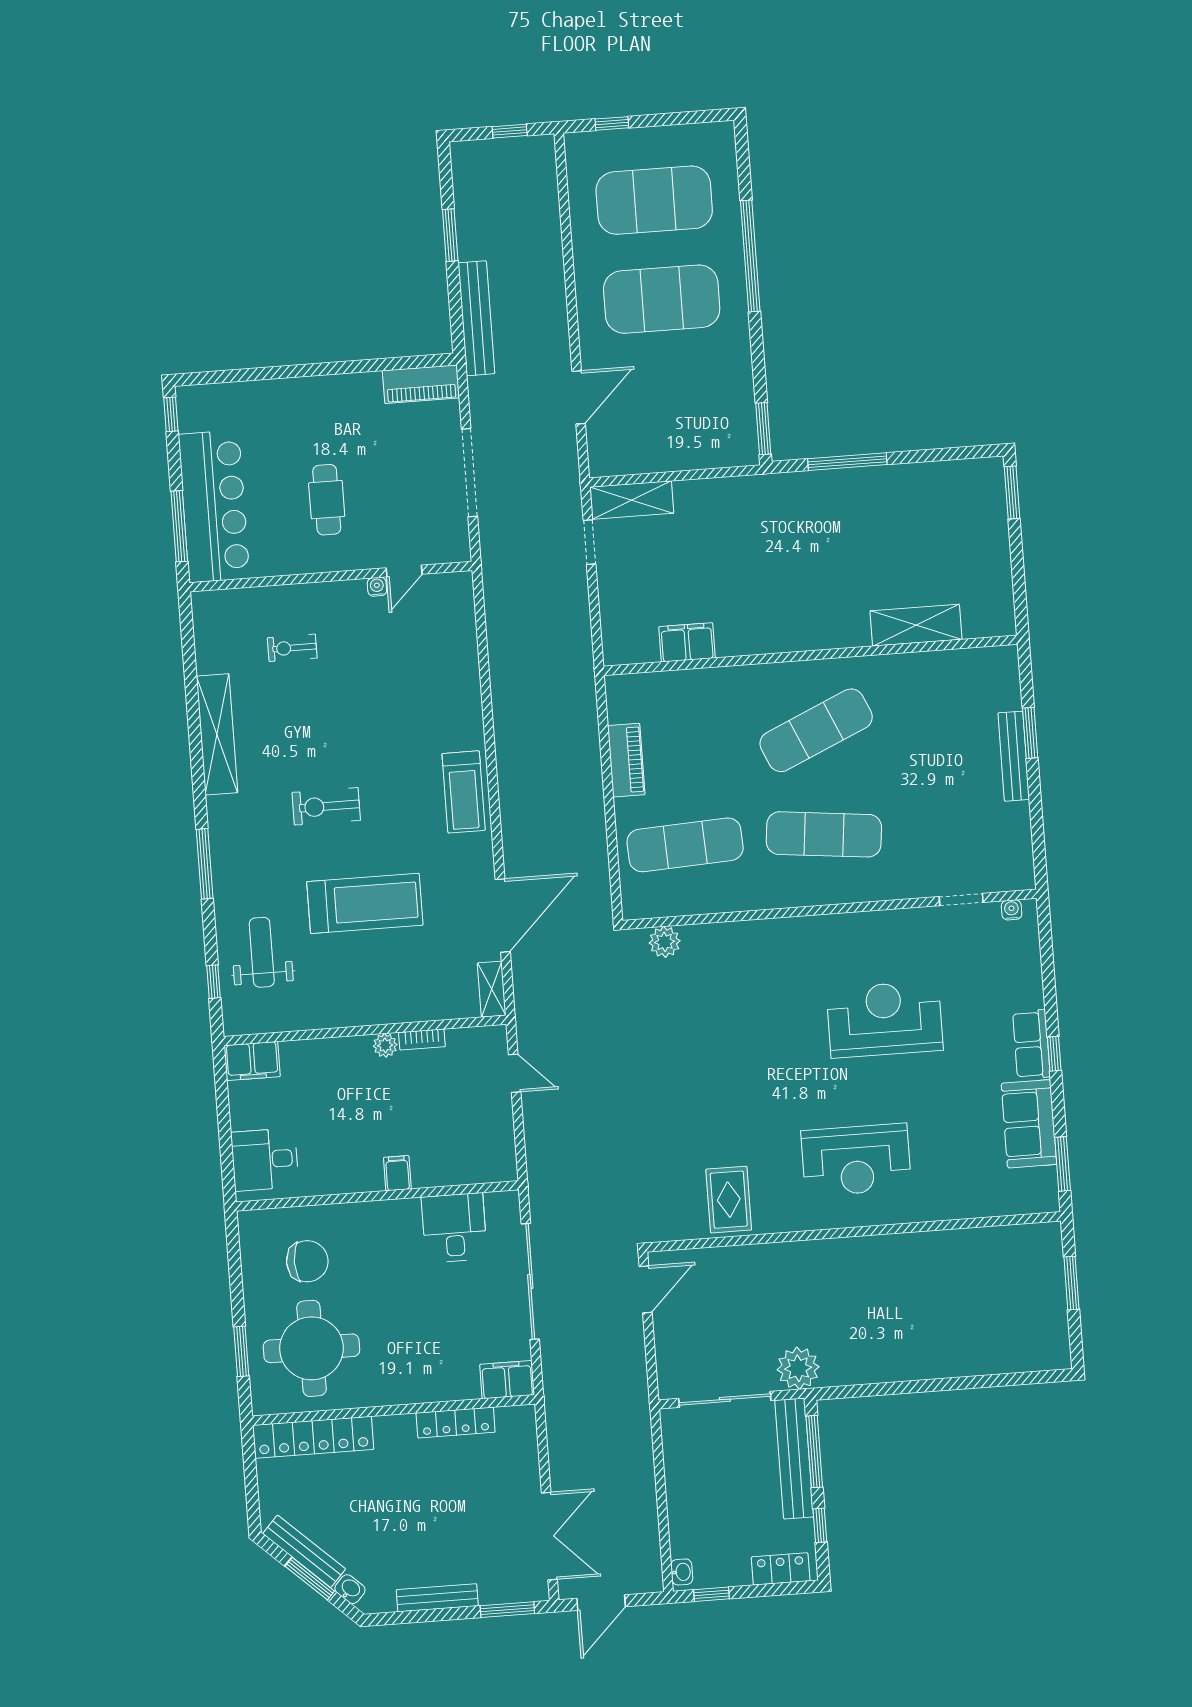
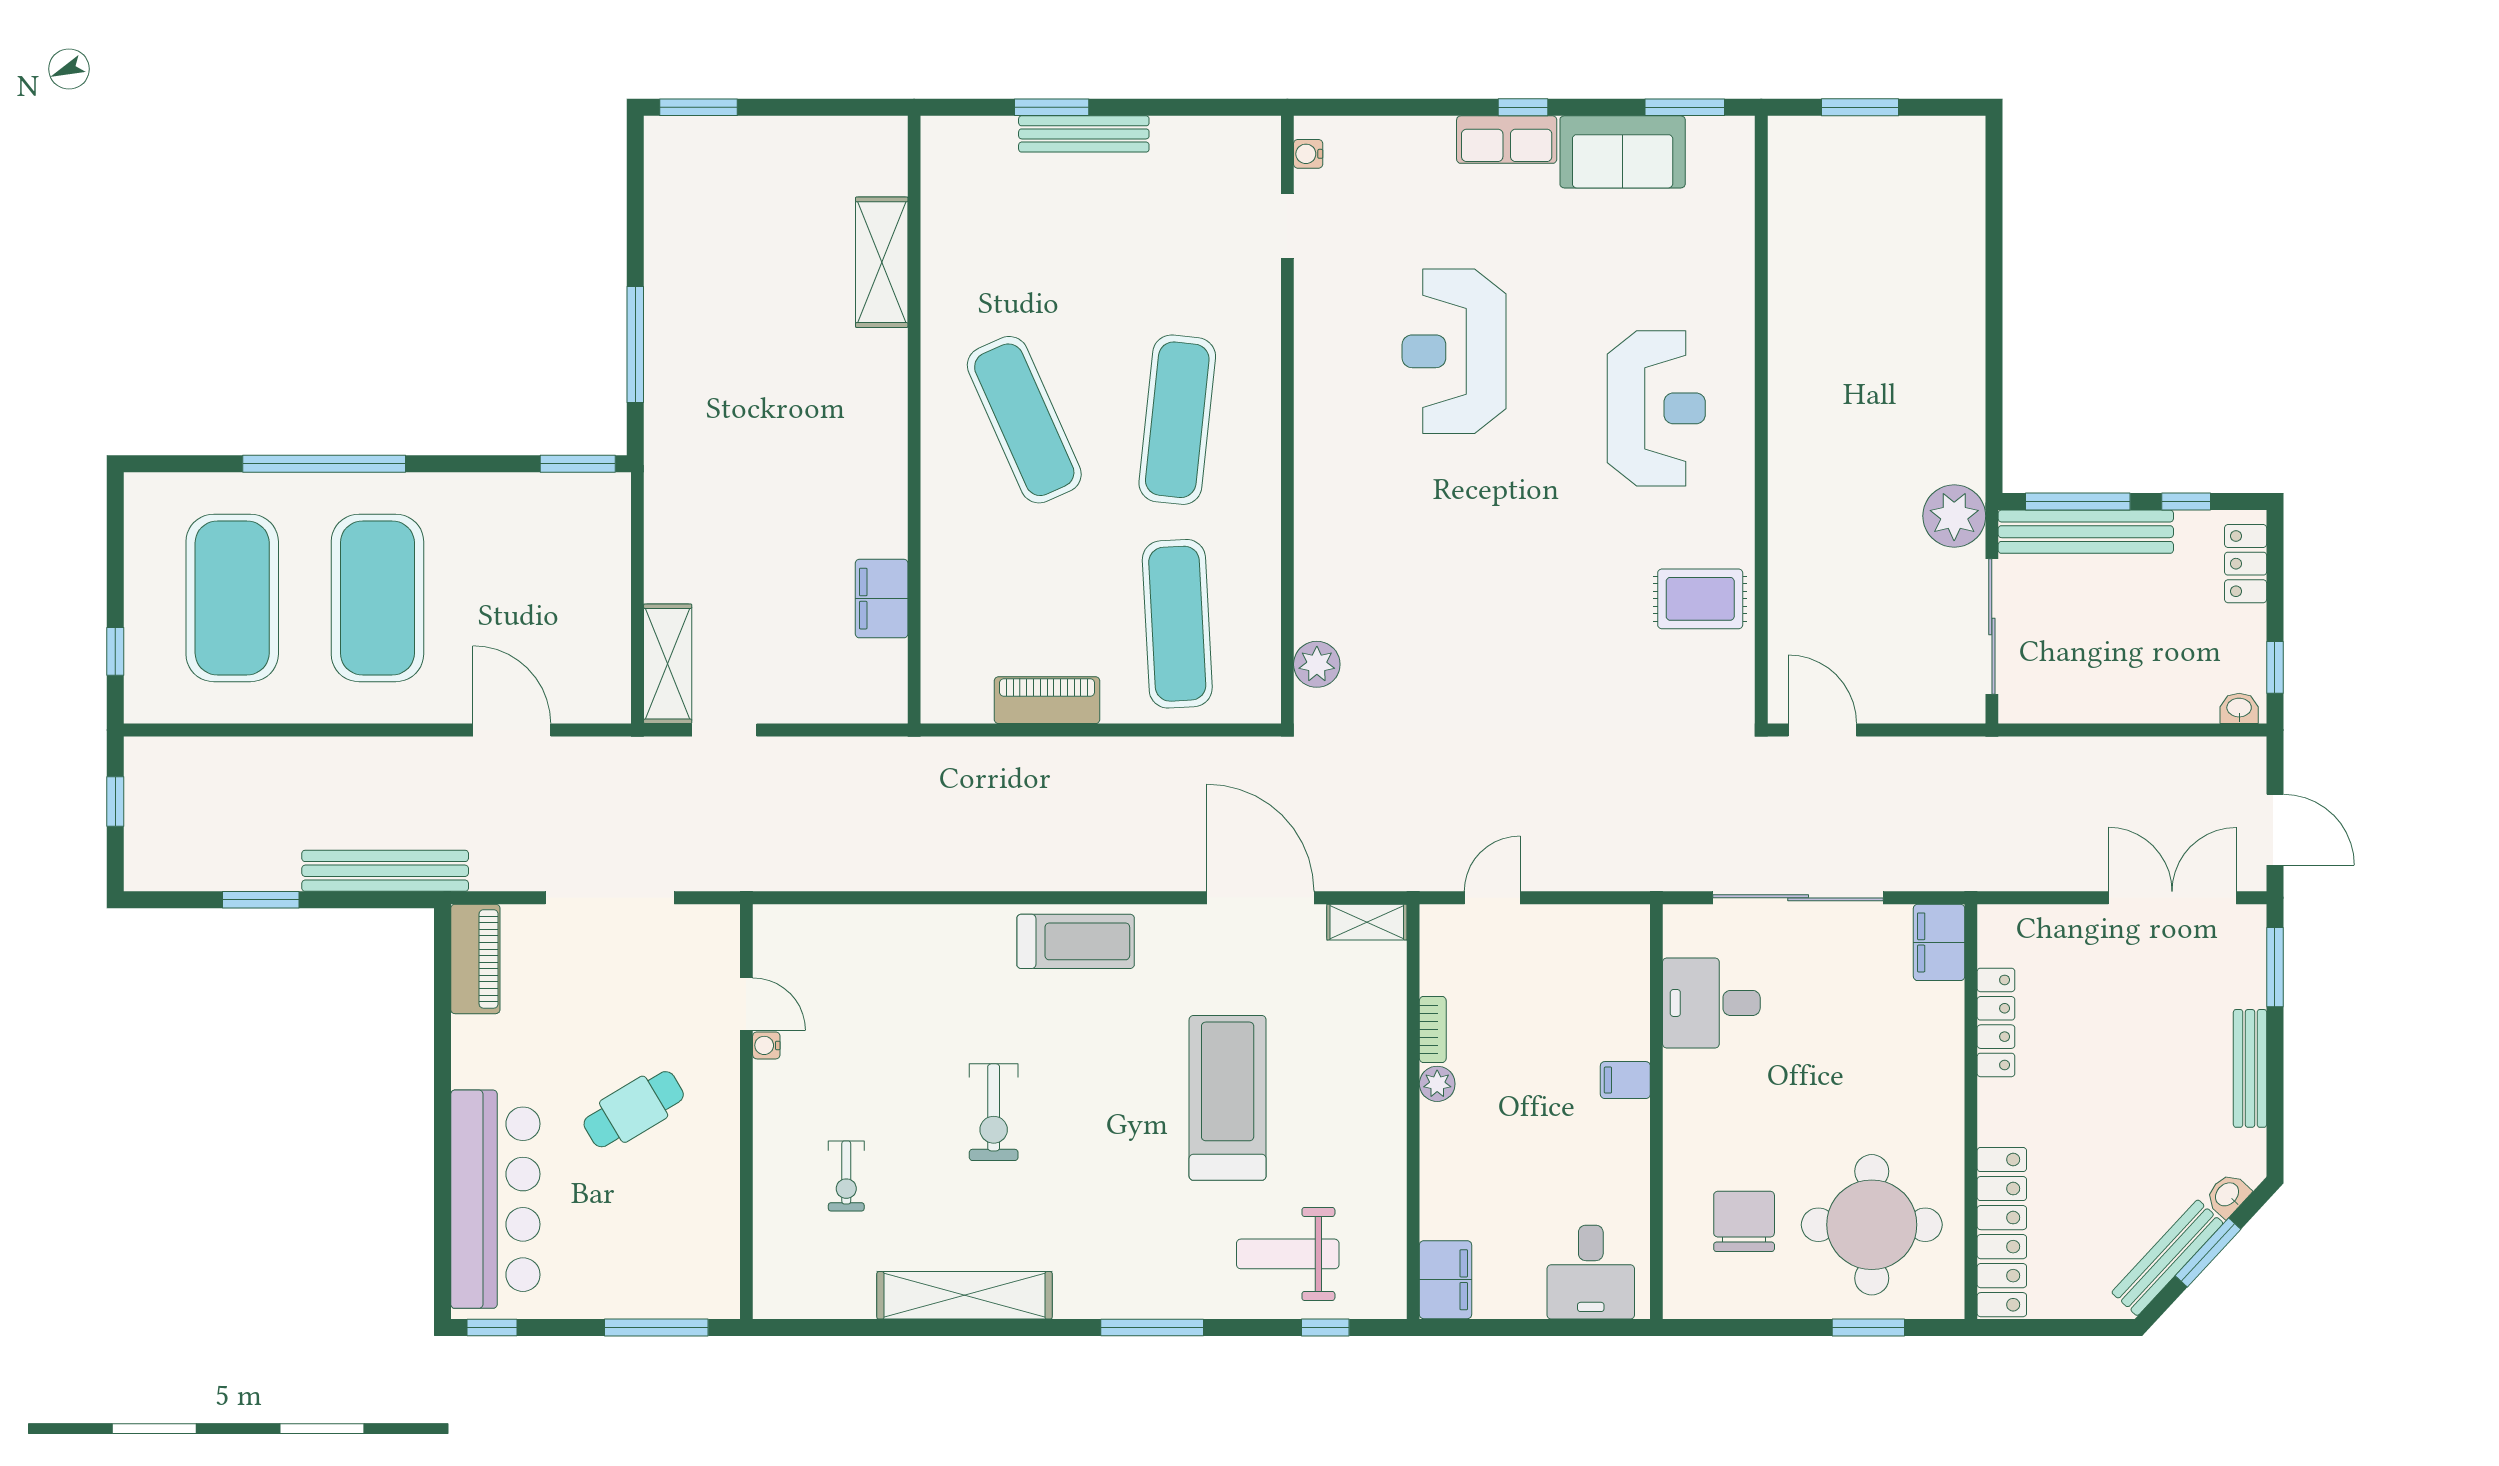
cafe table: (327, 500) -> (634, 1109), turned -31
bar counter: (214, 506) -> (495, 1199), moved, turned 90
exercise bike: (326, 806) -> (994, 1112), moved

